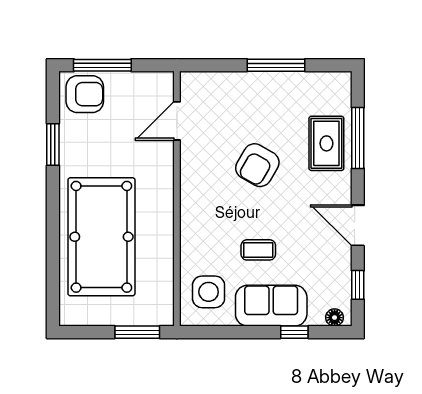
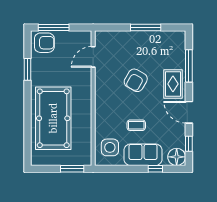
rug: (326, 143) -> (173, 84), moved
floor lamp: (335, 318) -> (177, 157), width x1.89, depth x1.89

